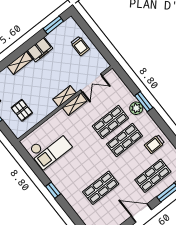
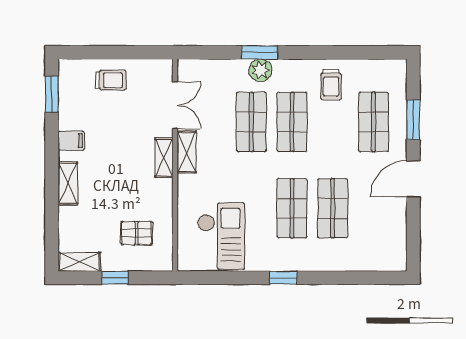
filing cabinet: (40, 50) -> (71, 141), width x0.50
shop shelf: (87, 170) -> (292, 208), added

